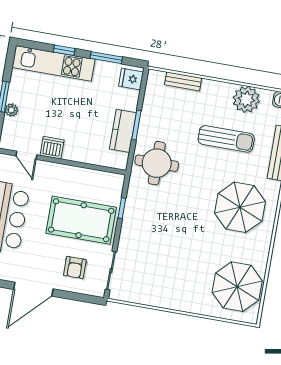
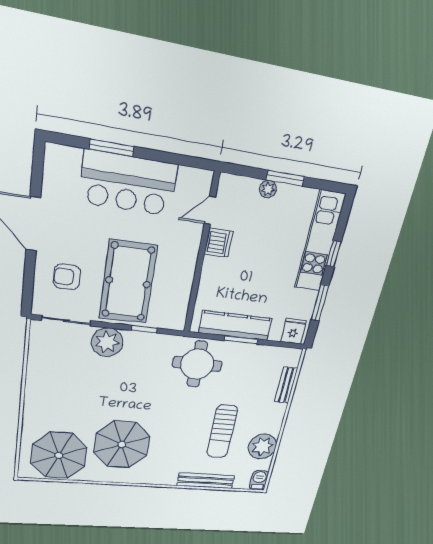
kitchen counter: (123, 131) -> (235, 326), width x1.50
parasol: (240, 207) -> (122, 444), moved
plant: (132, 239) -> (107, 342), added

